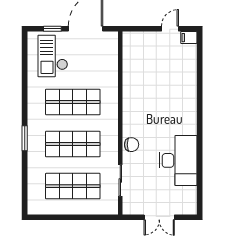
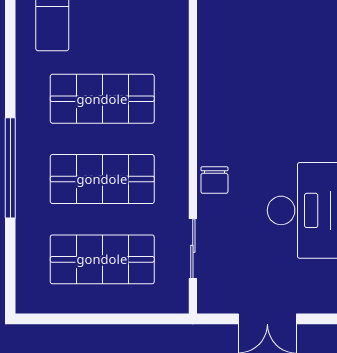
window: (25, 138) -> (10, 168), width x2.11
chair: (132, 145) -> (214, 180), turned 90

